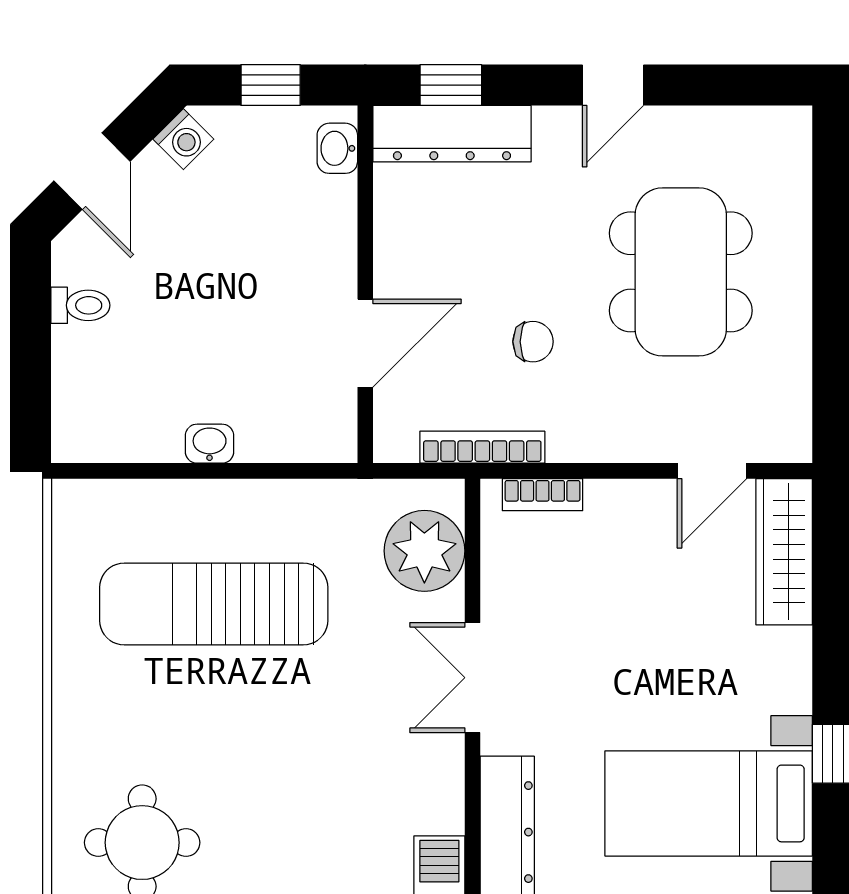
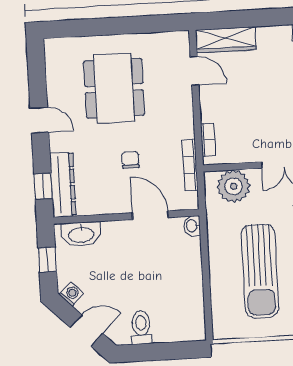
washbasin: (337, 148) -> (81, 234), width x1.91, depth x1.45
dining table: (681, 272) -> (114, 88), turned 90
toilet: (80, 305) -> (141, 327), width x1.37, depth x1.39
chair: (533, 342) -> (130, 160), moved
washbasin: (210, 444) -> (192, 226), moved

